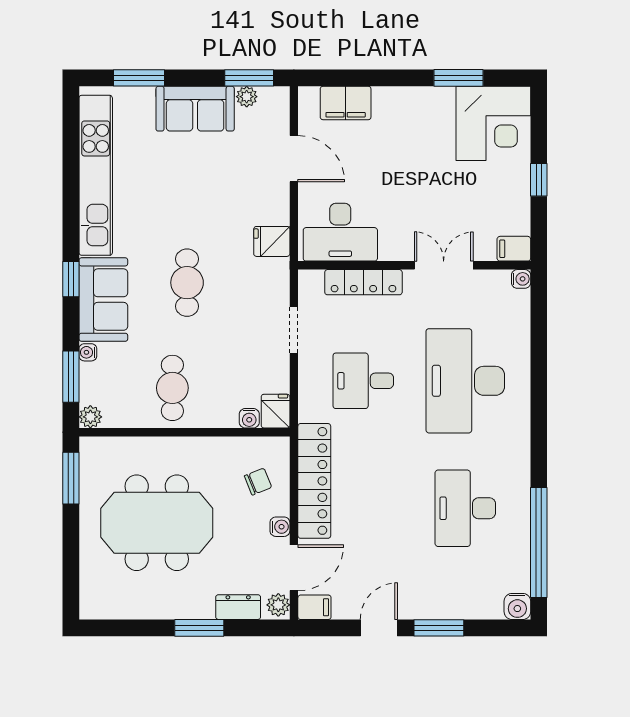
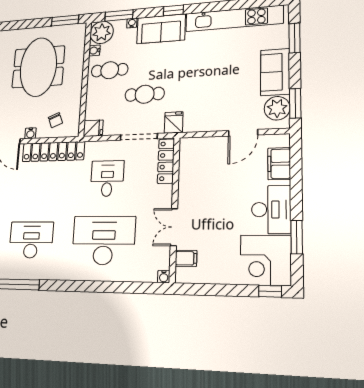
plant: (247, 97) -> (277, 108), width x1.88, depth x1.88
window: (539, 180) -> (270, 291), moved
desk: (340, 232) -> (271, 210), moved, turned 180
fridge: (272, 241) -> (174, 123), moved
filing cabinet: (514, 249) -> (186, 258), moved, turned 90
double door: (444, 265) -> (174, 227), swing flipped
locker: (363, 282) -> (166, 161), moved
cafe table: (187, 283) -> (145, 94), moved
doorway: (294, 330) -> (139, 137), width x1.38
plant: (90, 417) -> (102, 32), width x1.87, depth x1.87
water cooler: (249, 418) -> (94, 50), moved

